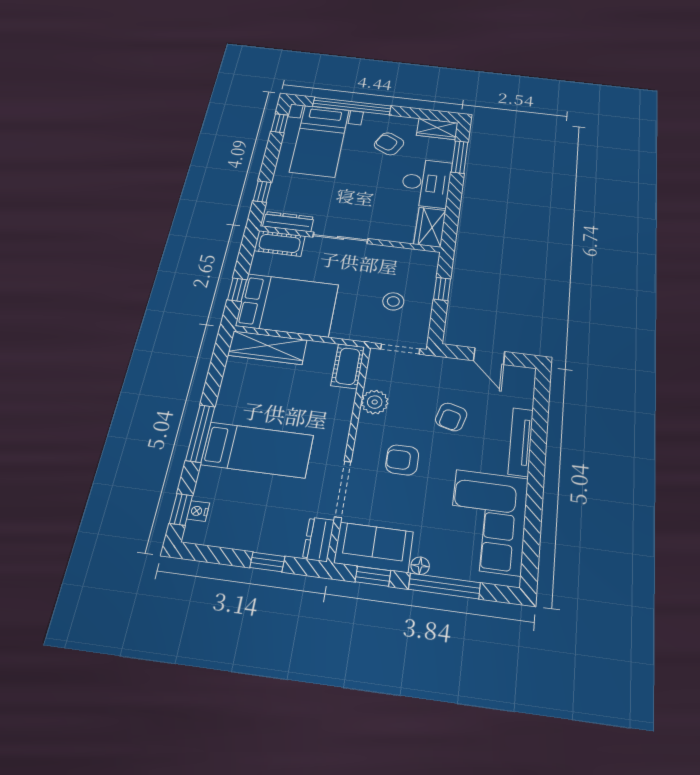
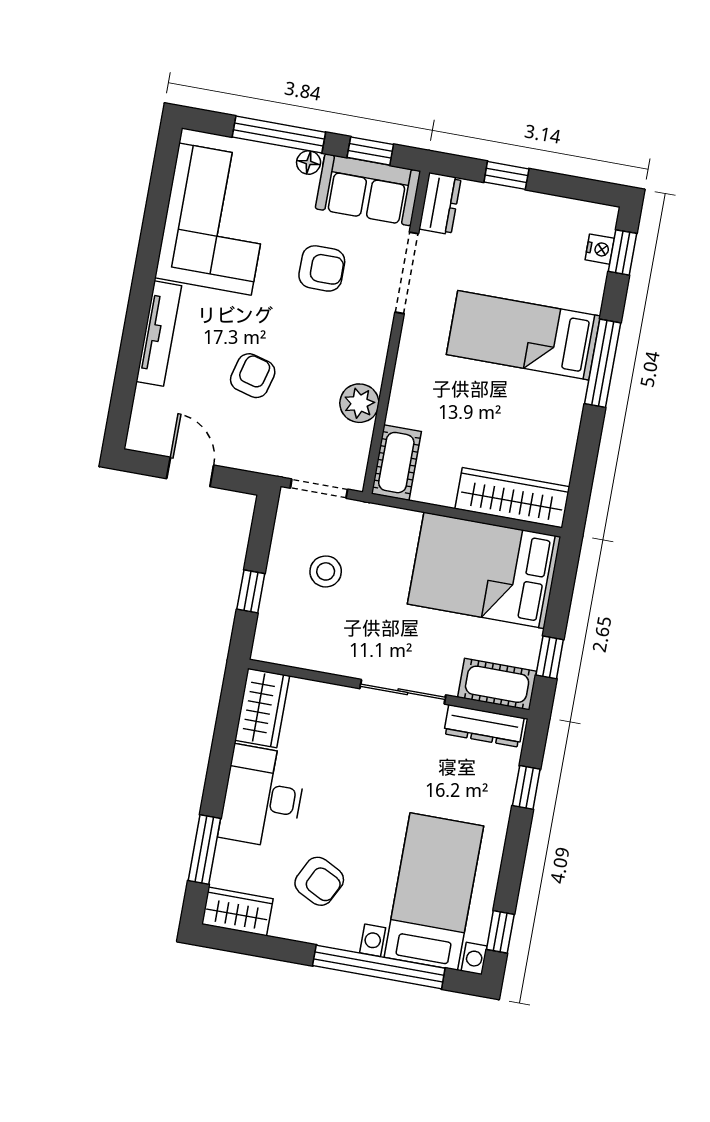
window: (237, 290) -> (550, 657), moved
armchair: (402, 460) -> (322, 268), moved

